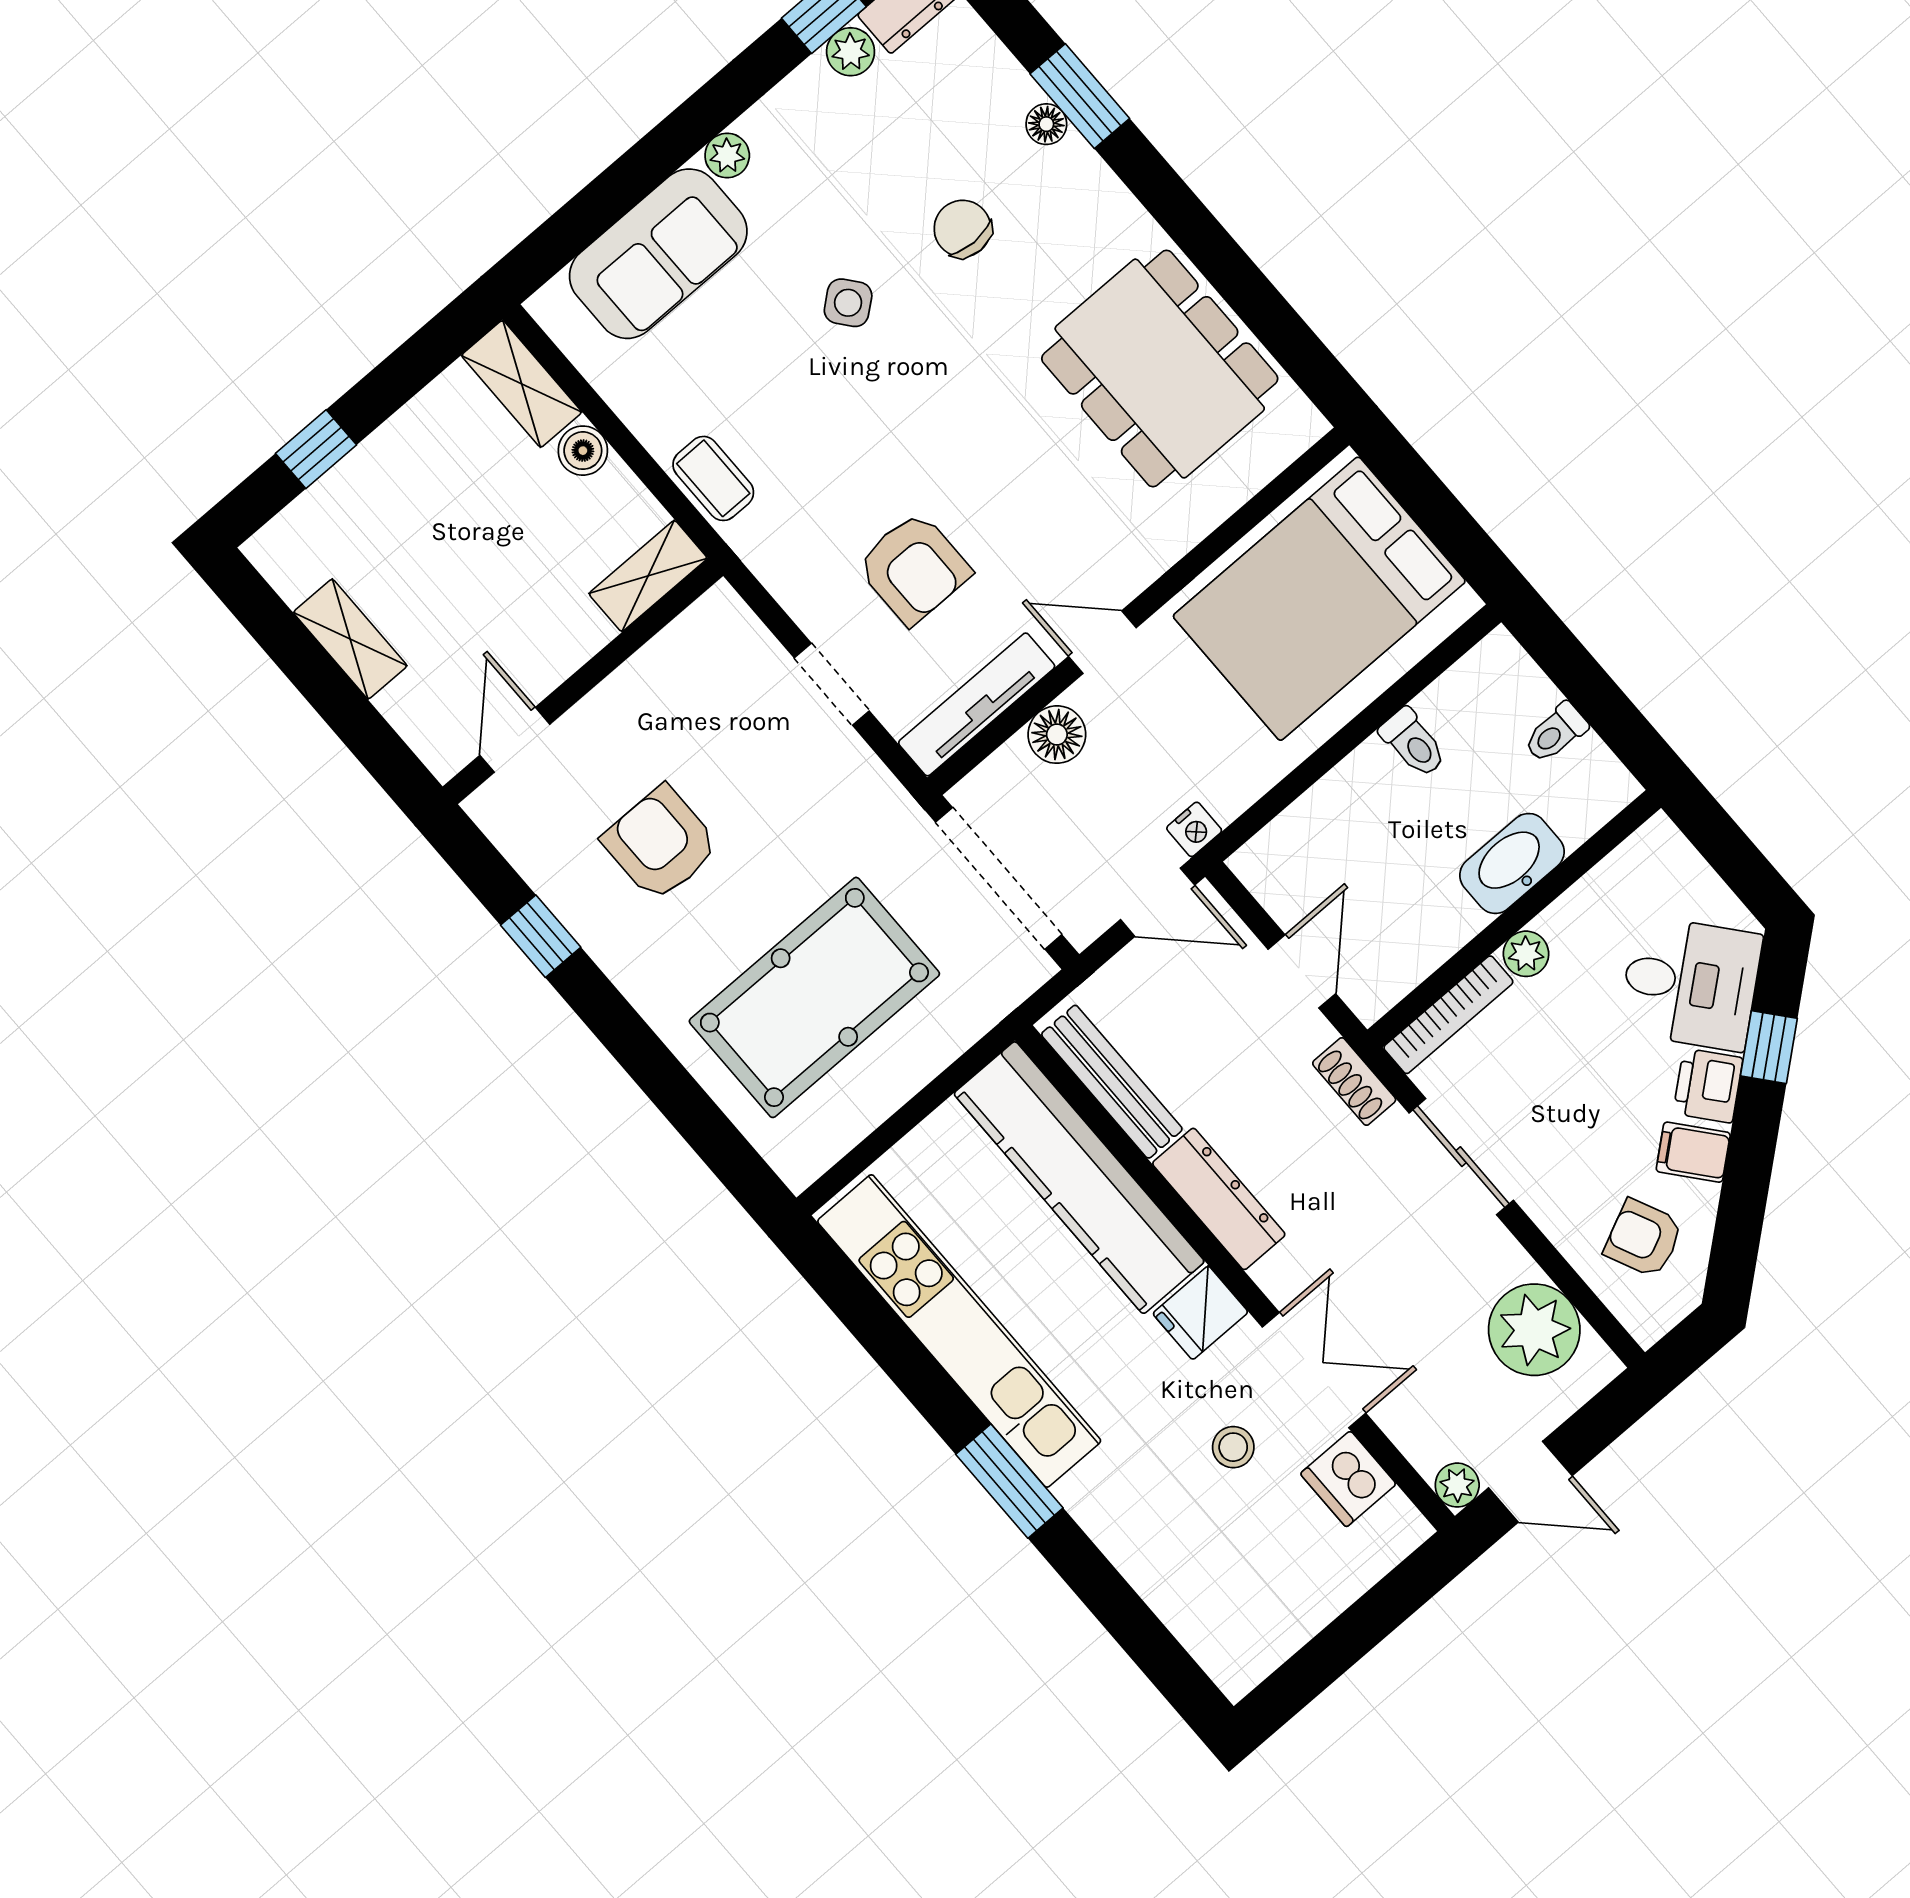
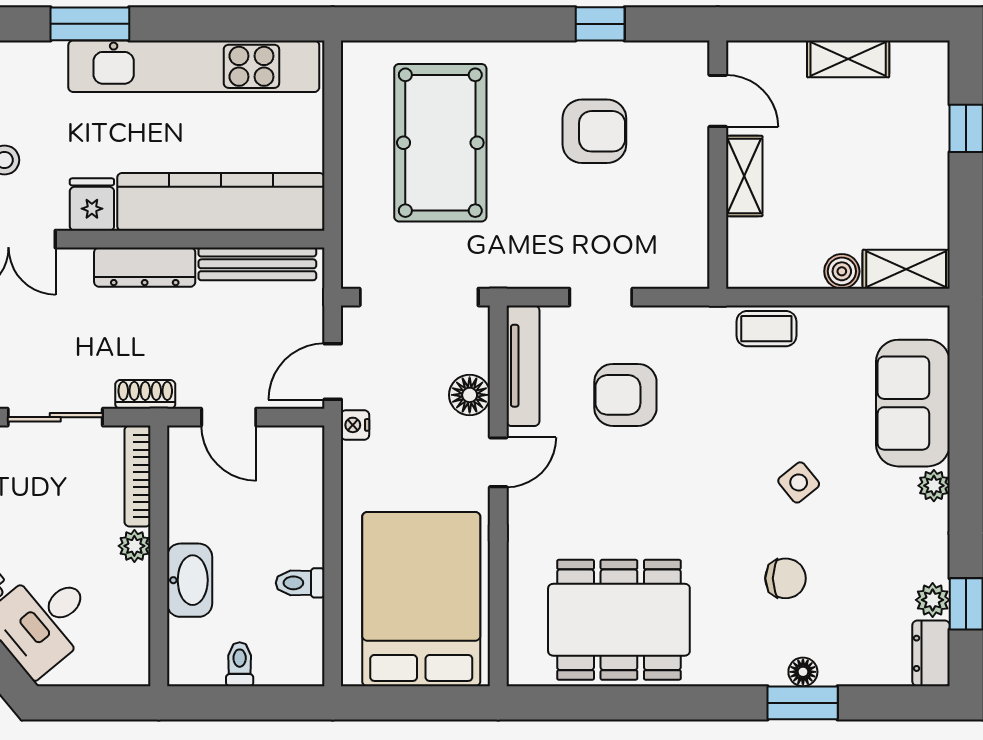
shelving: (648, 576) -> (744, 176), moved

